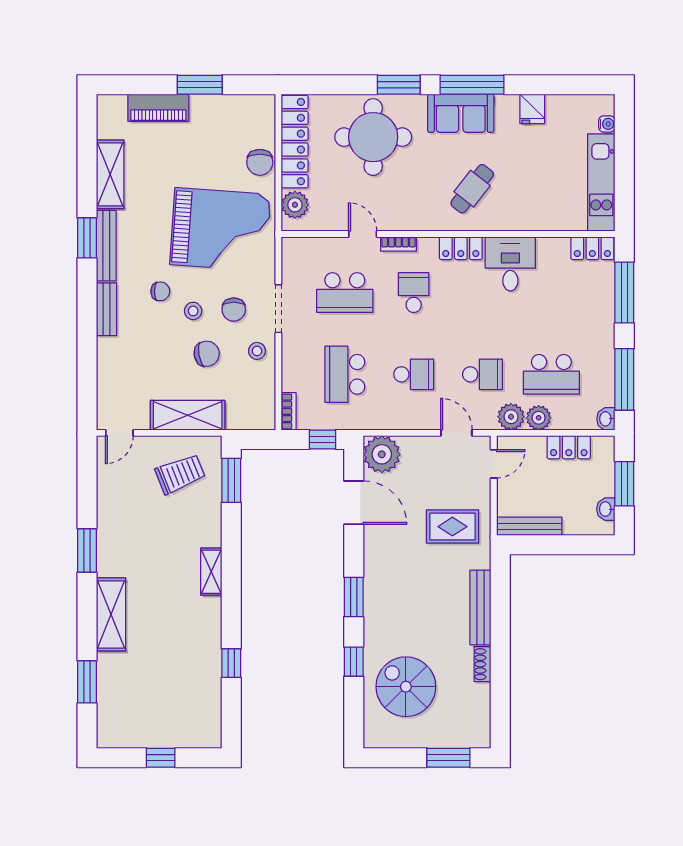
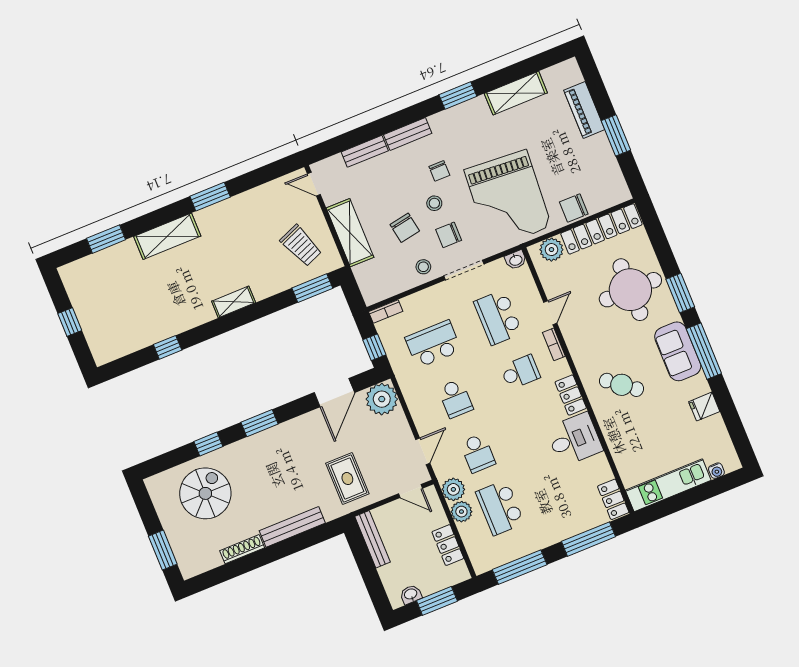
bench: (106, 246) -> (365, 151), moved, width x0.73
washbasin: (606, 419) -> (516, 260), moved, turned 180
shoe rack: (482, 664) -> (242, 549), width x1.43

